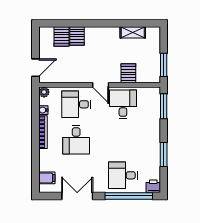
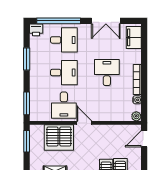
server rack: (128, 73) -> (59, 137), width x2.18, depth x1.44
desk: (76, 104) -> (64, 73), moved
filing cabinet: (47, 178) -> (134, 37), width x2.00

